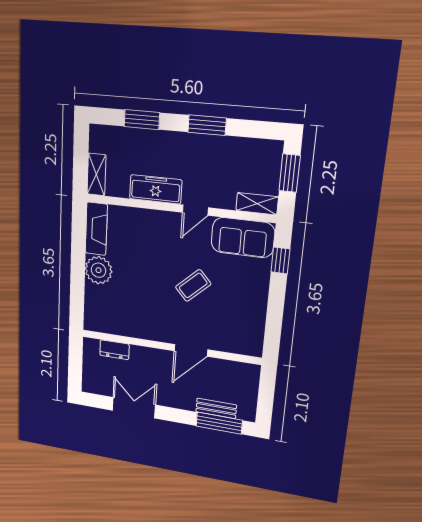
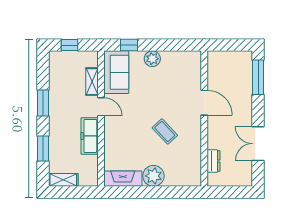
window: (290, 173) -> (69, 45), width x0.67
shelving: (96, 174) -> (63, 180), moved
shelving: (257, 204) -> (92, 82), moved
coffee table: (193, 285) -> (165, 131), moved
plant: (257, 290) -> (152, 59), added
bench: (216, 408) -> (247, 80), removed

